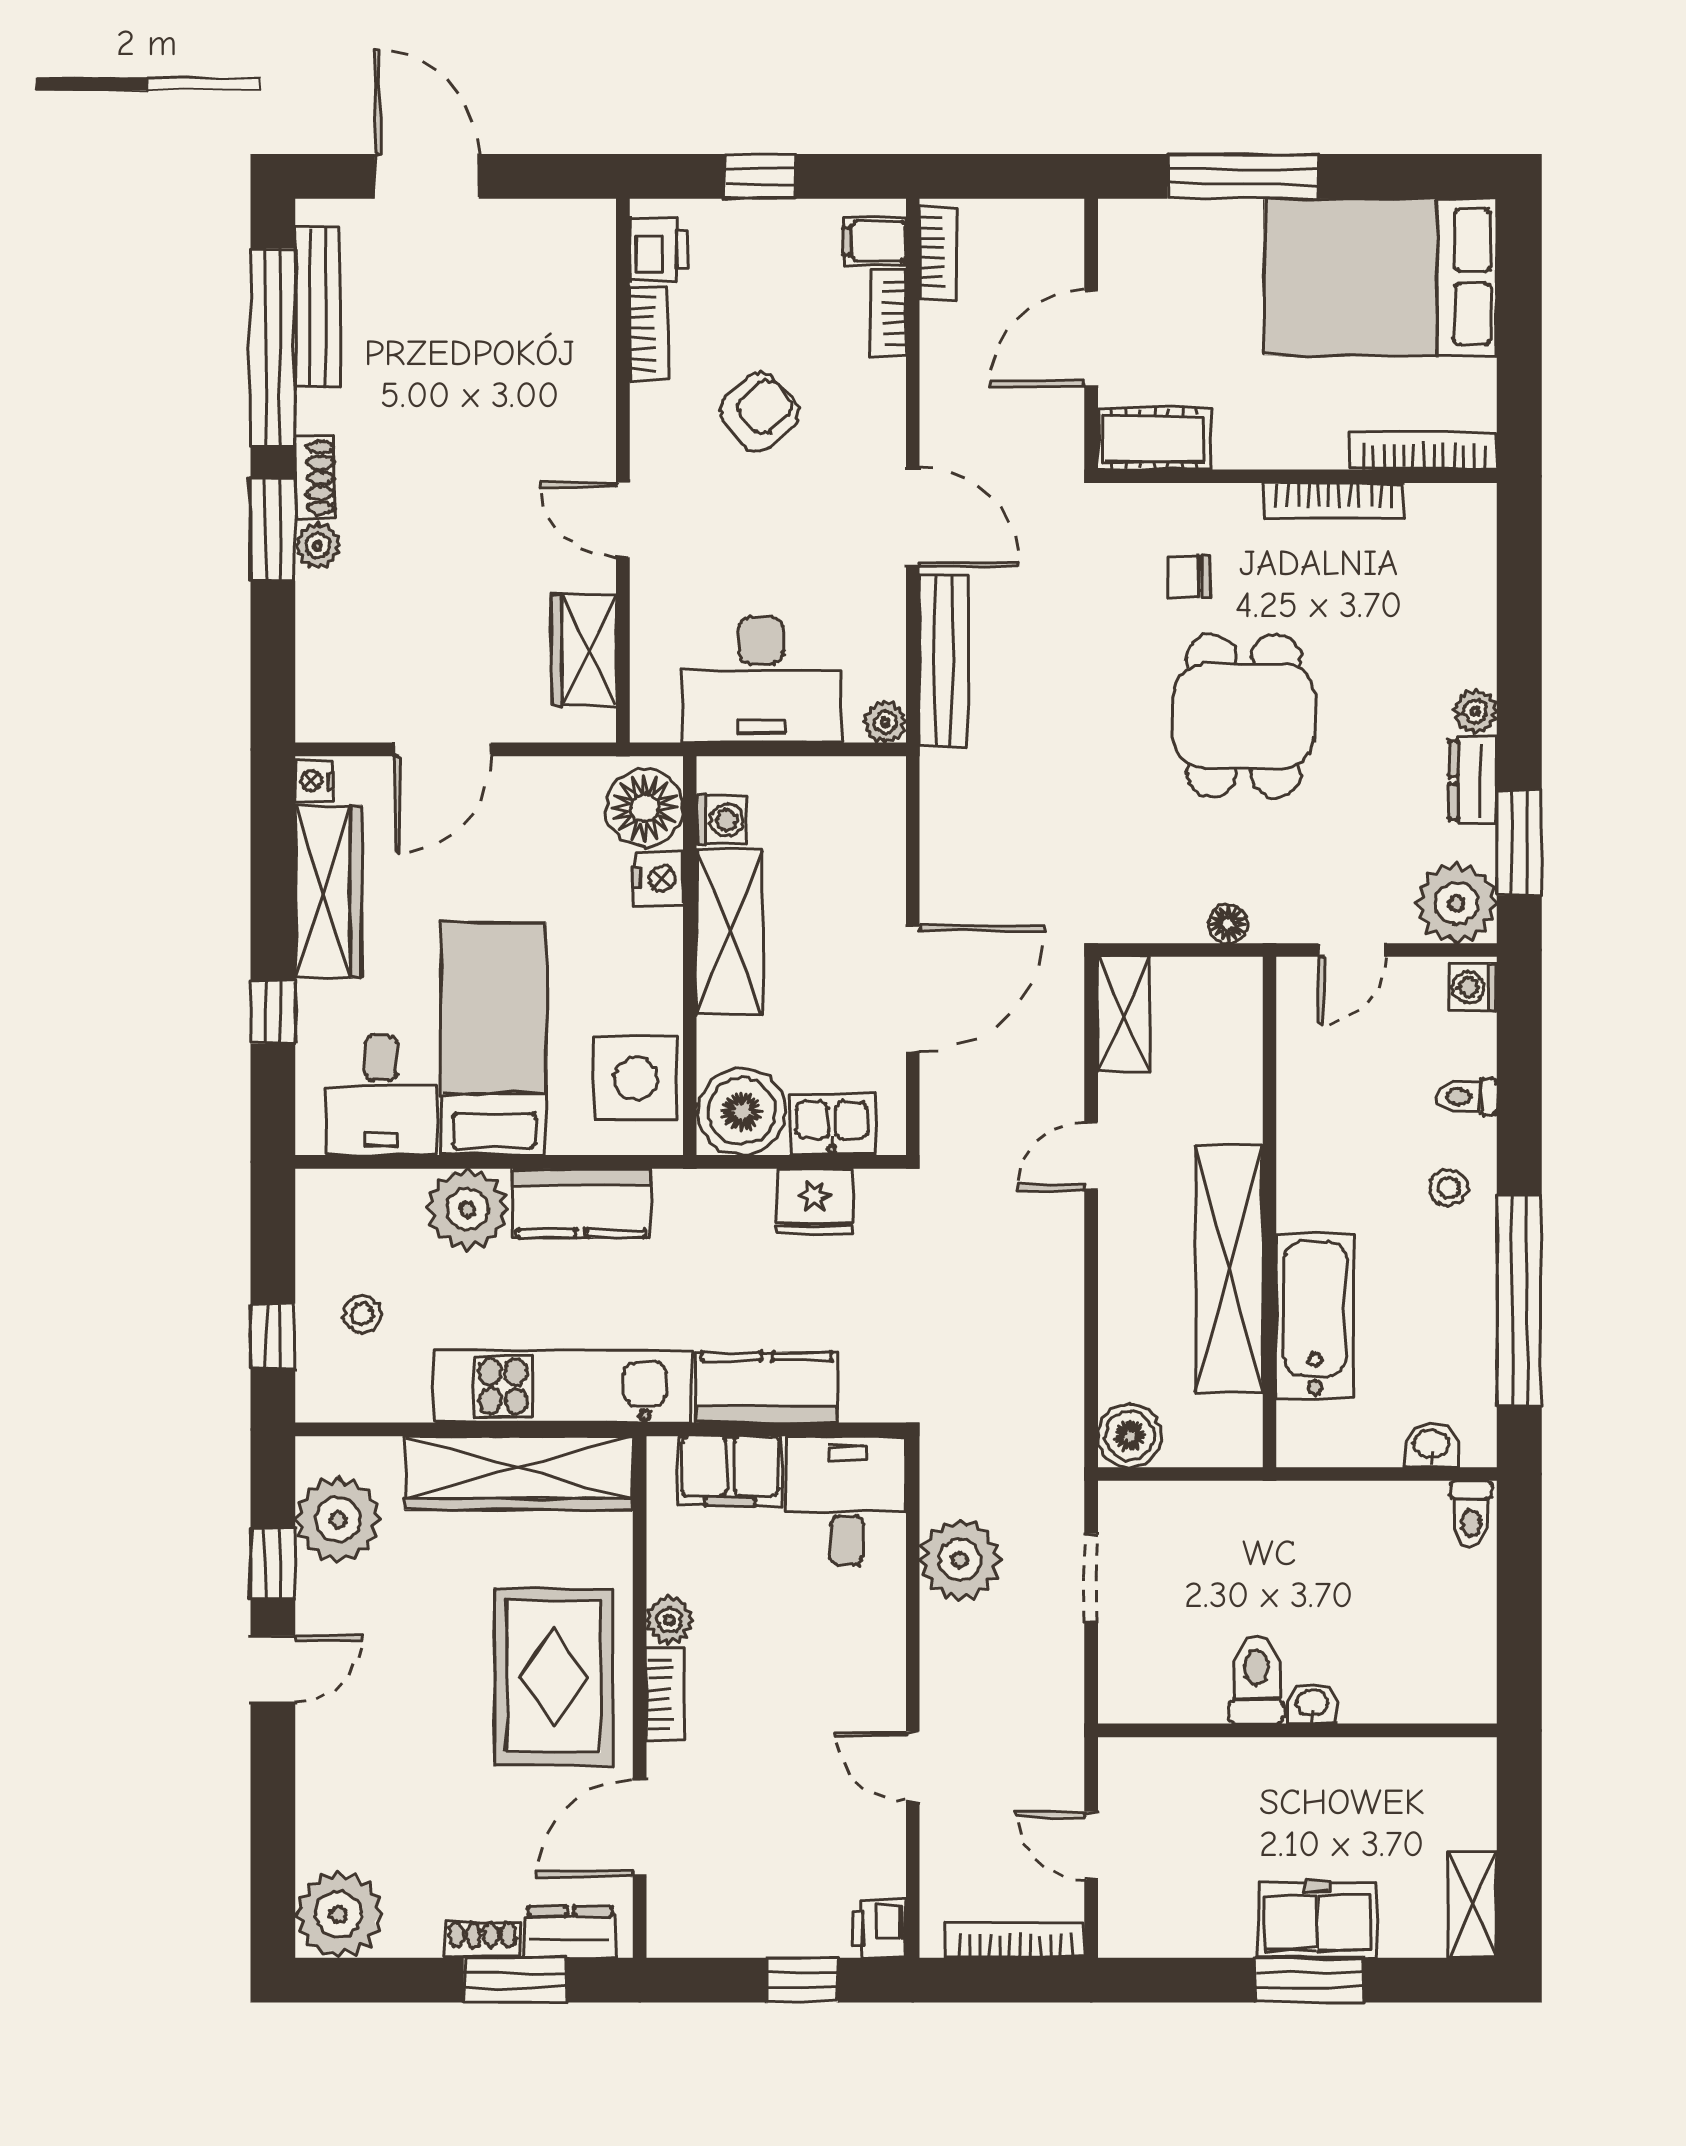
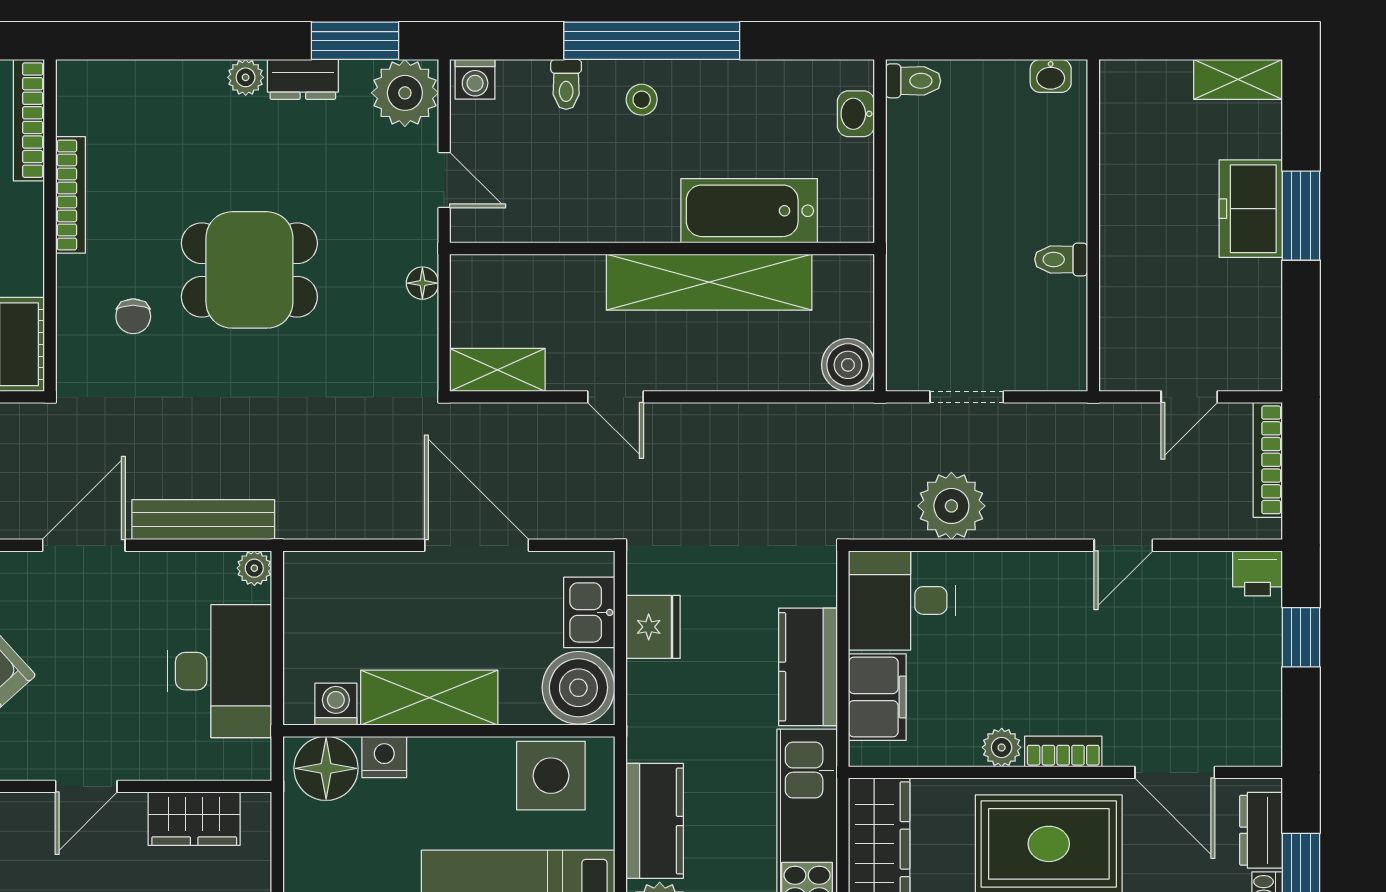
window: (1519, 1301) -> (652, 41), moved
toilet: (1256, 1679) -> (1061, 259), width x0.73, depth x0.72
washbasin: (1312, 1704) -> (1051, 76), moved, turned -90

